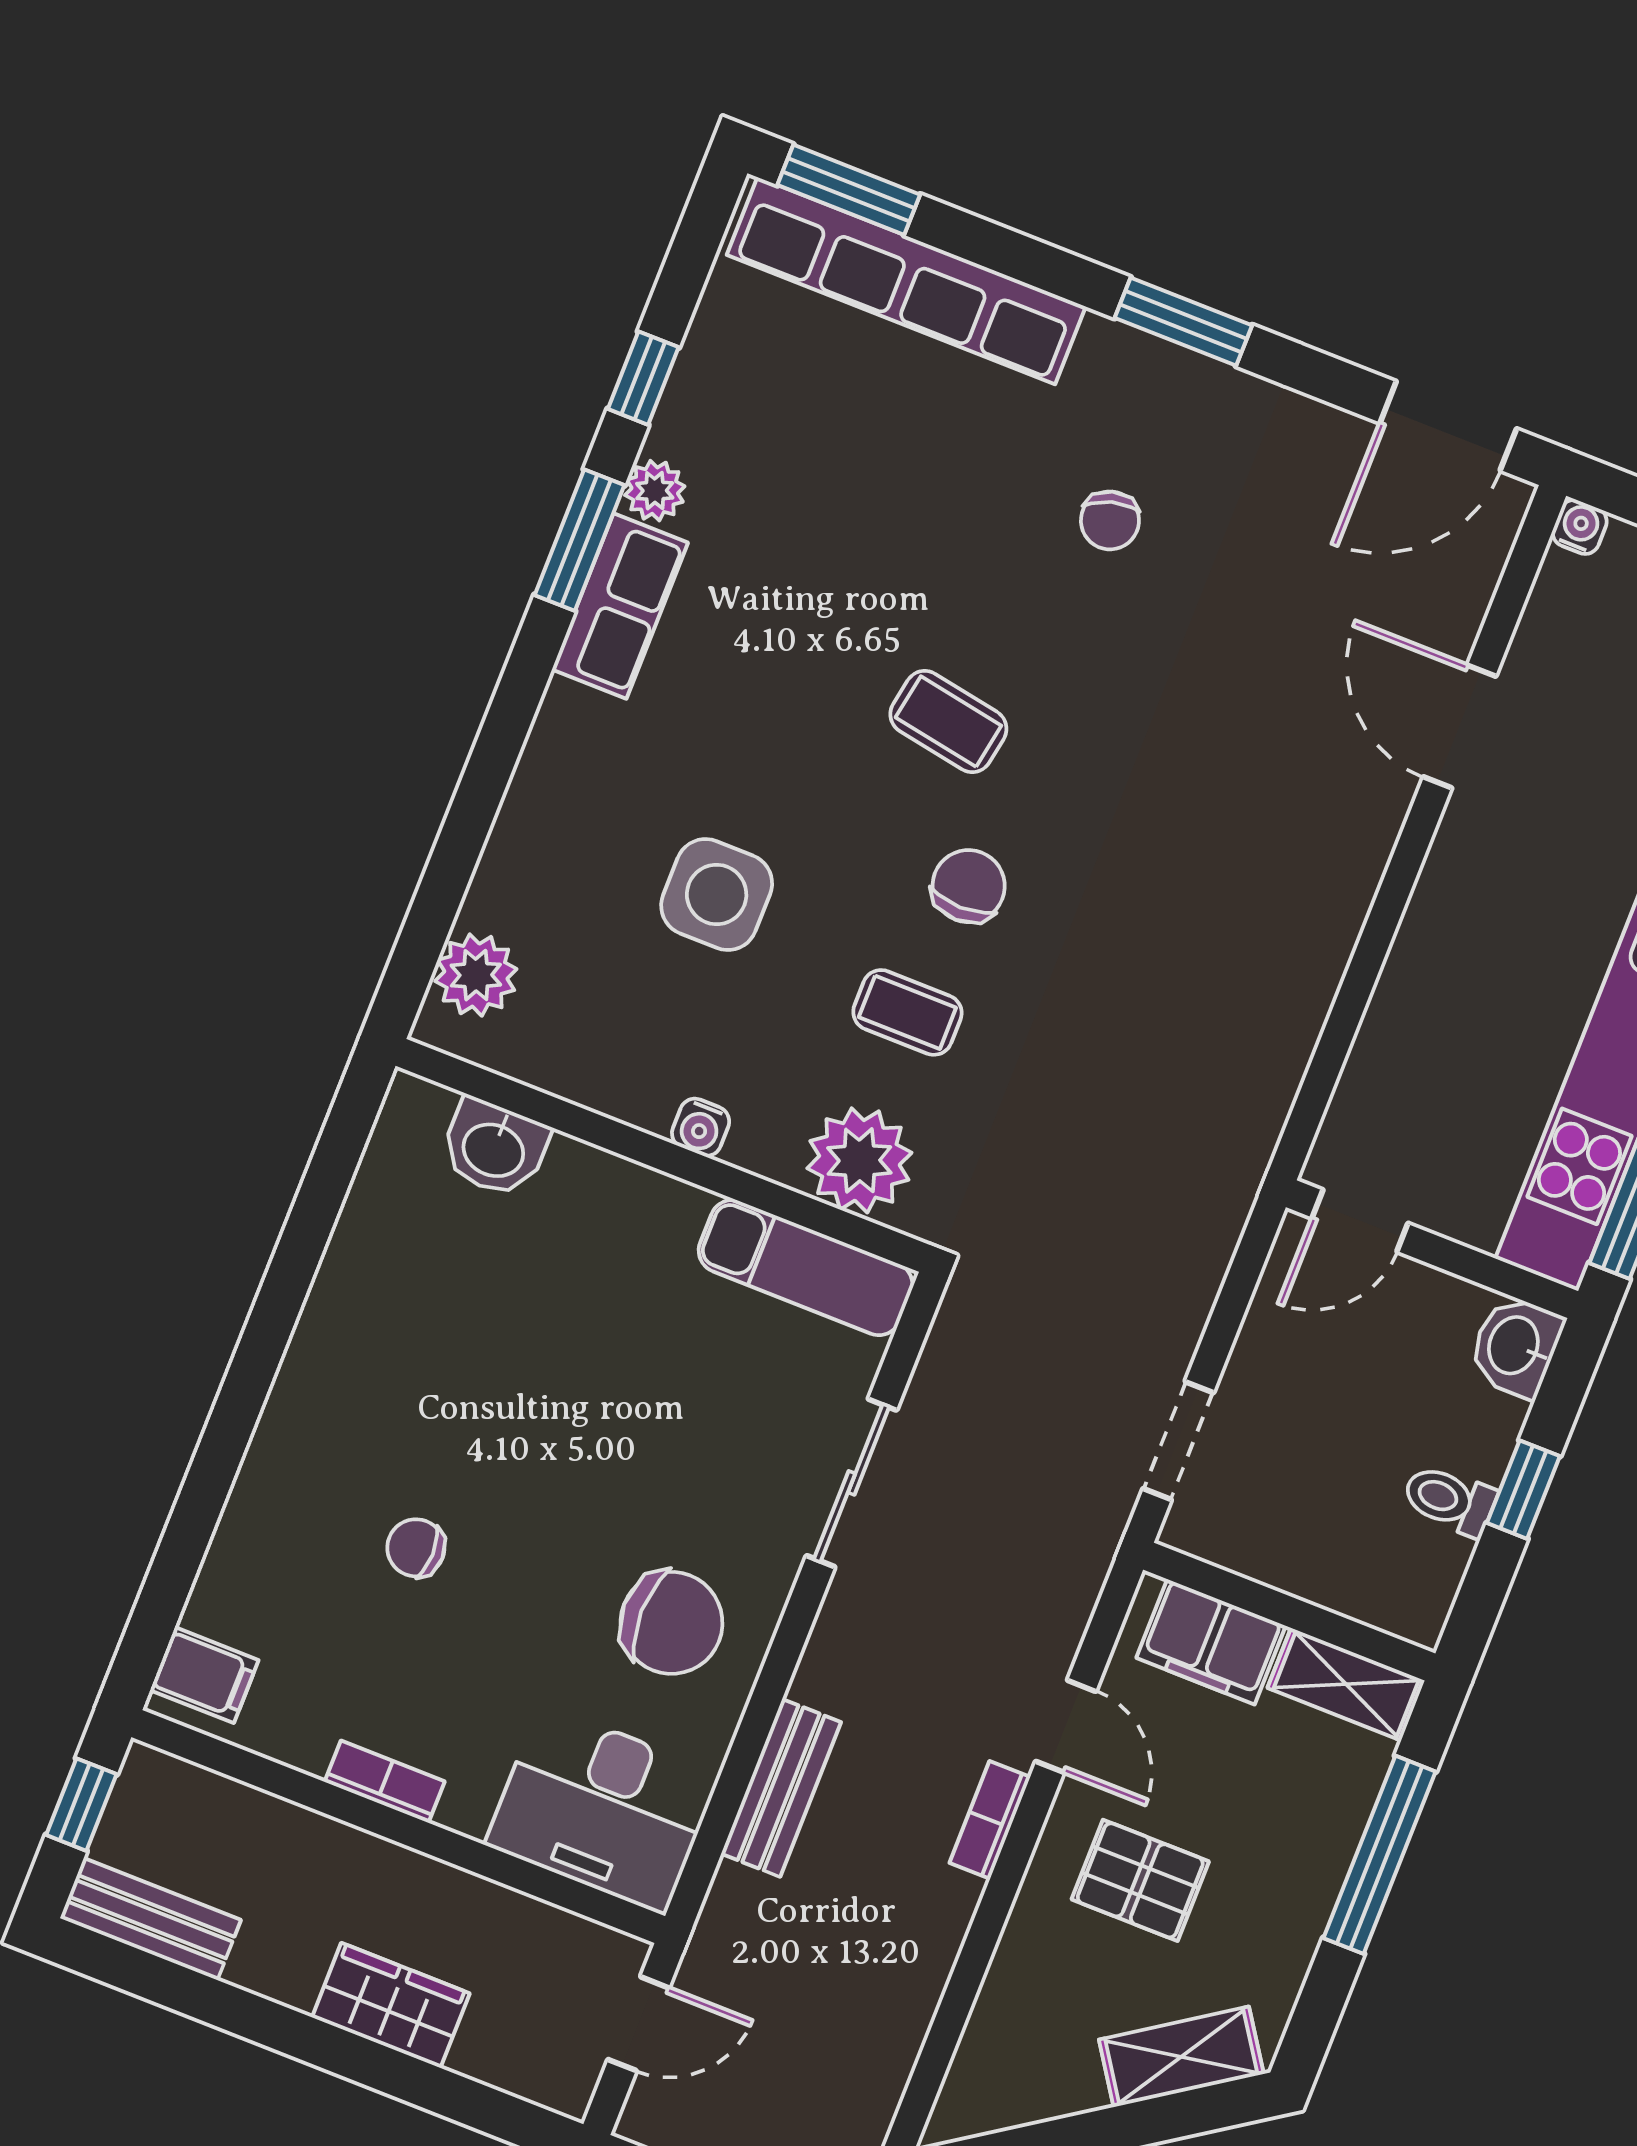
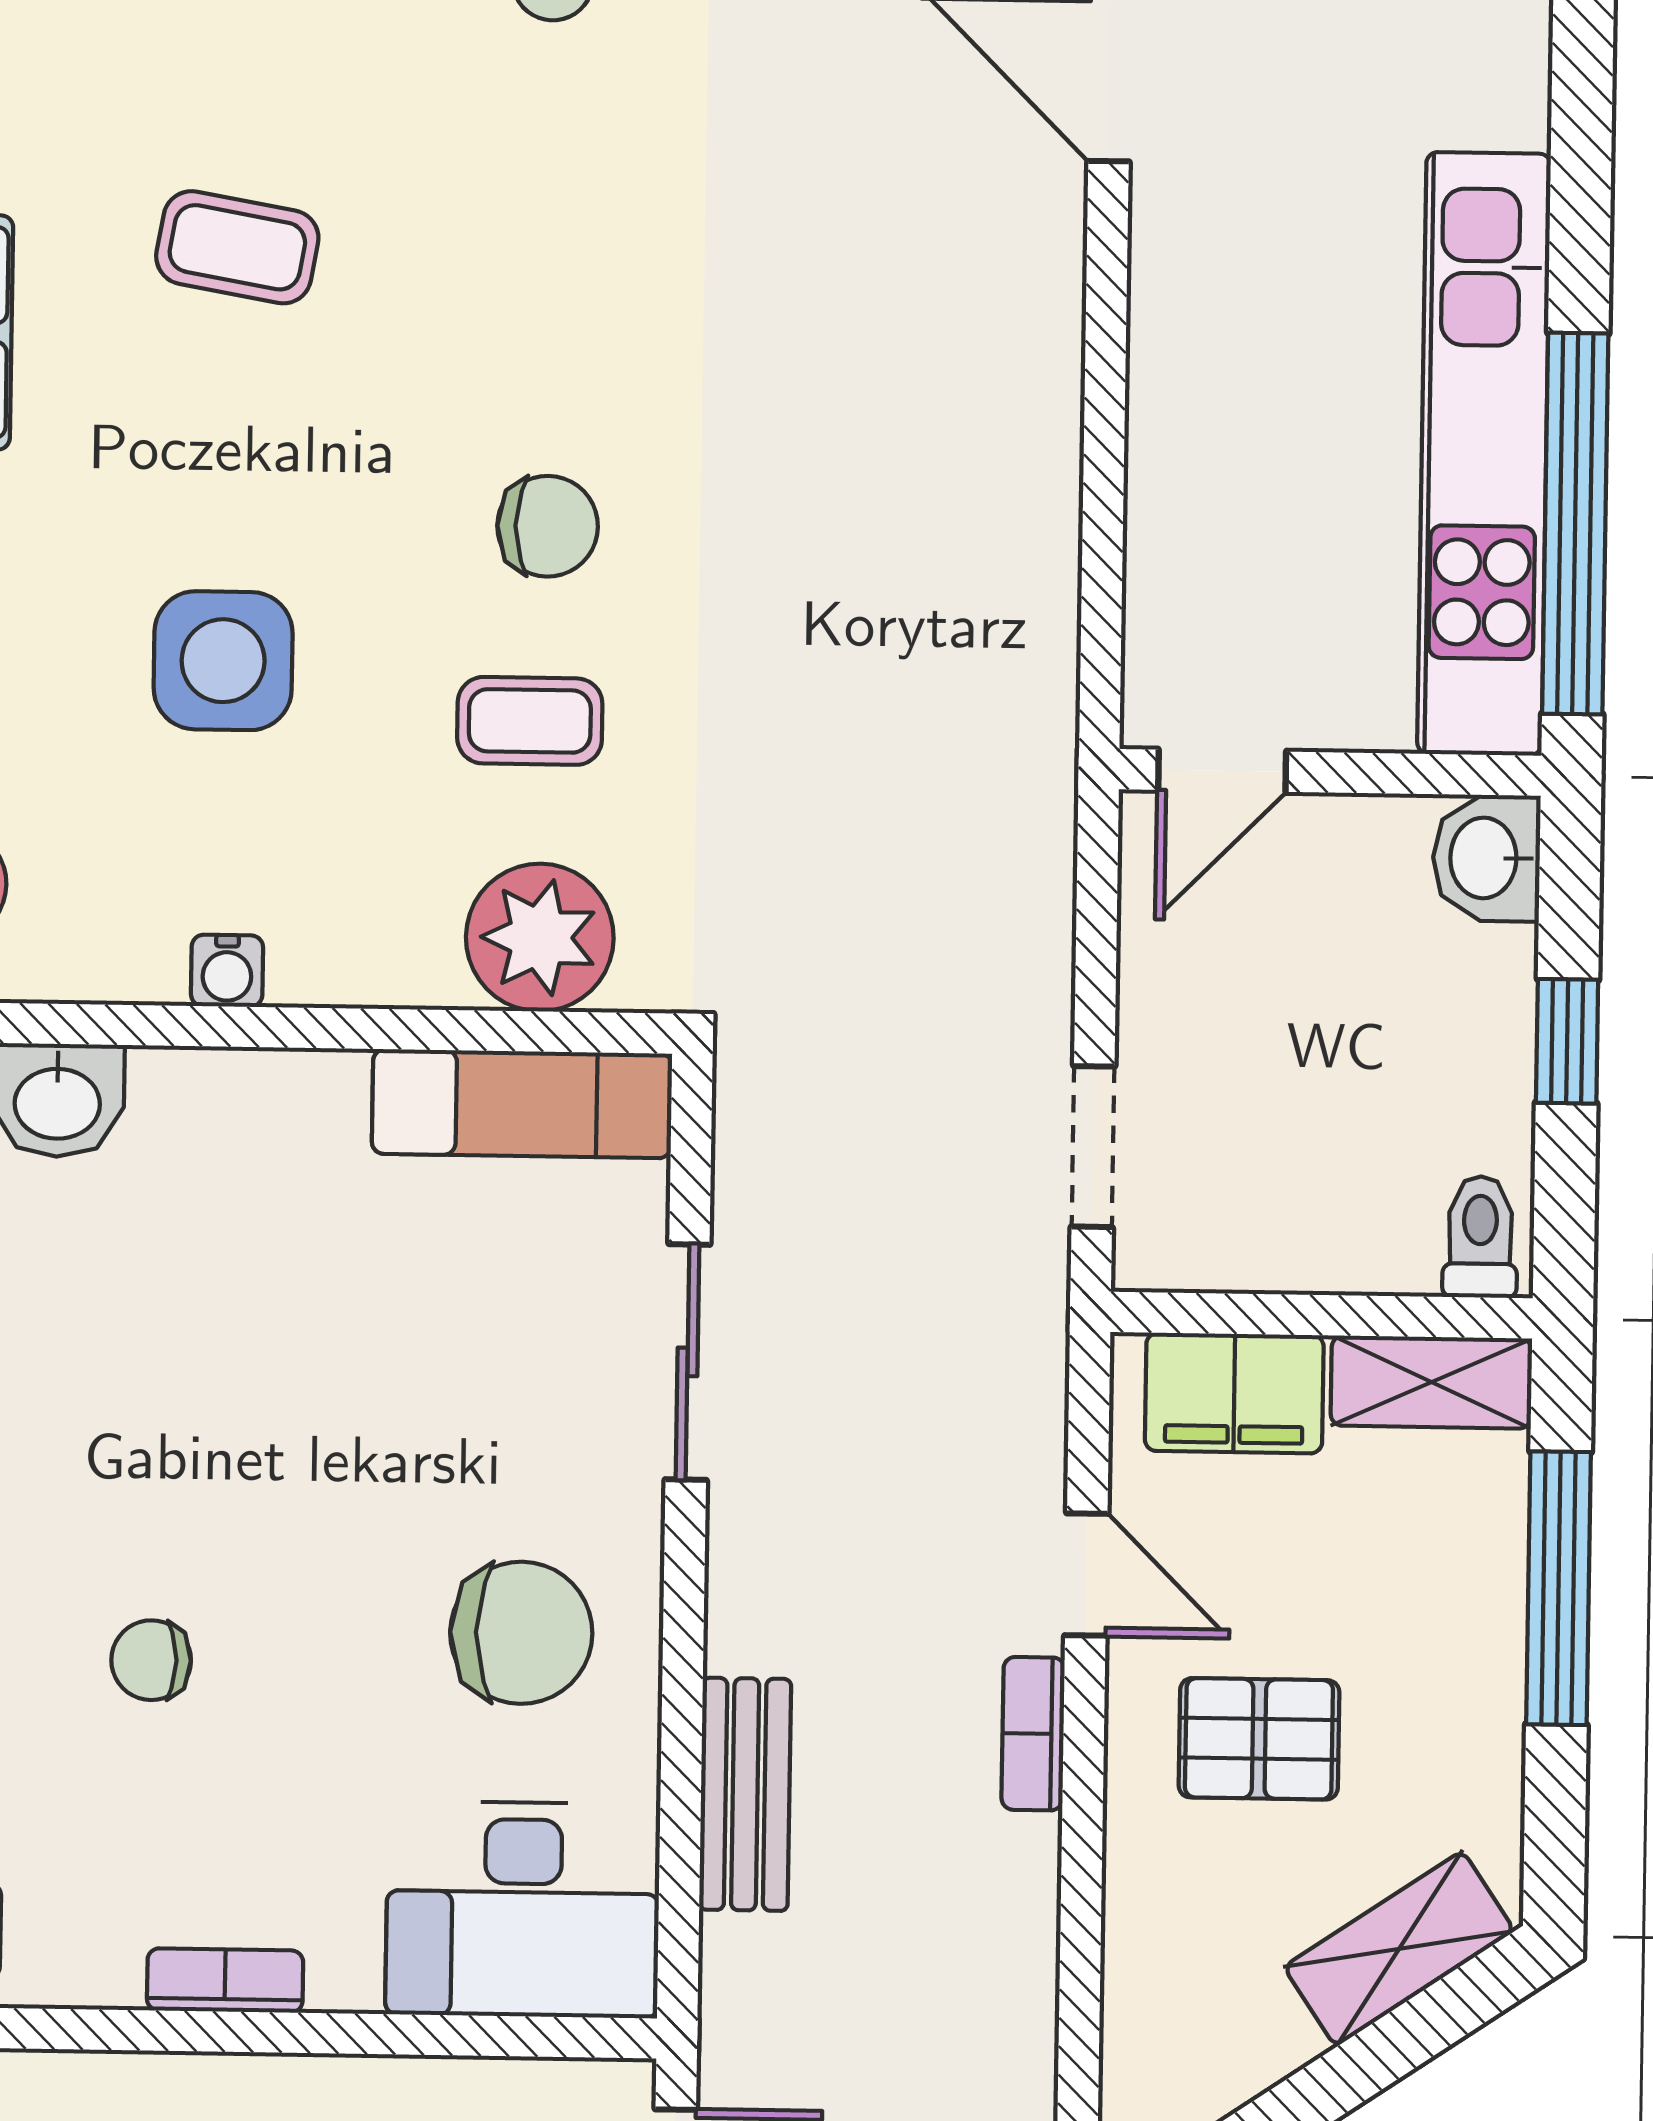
coffee table: (948, 722) -> (237, 247), moved
chair: (969, 886) -> (548, 526), turned 90
water cooler: (701, 1127) -> (227, 971), moved
toilet: (1449, 1500) -> (1480, 1237), moved, turned 90

